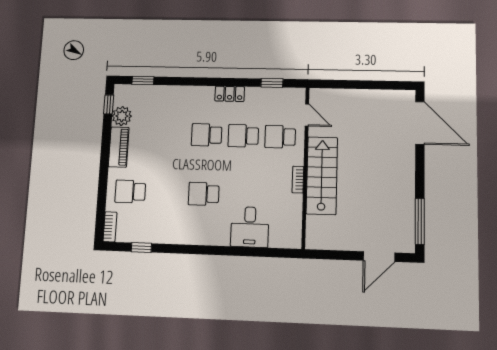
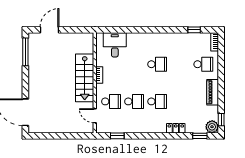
locker: (230, 94) -> (176, 128), moved
plant: (122, 116) -> (212, 127), moved
desk: (250, 227) -> (115, 45), moved

